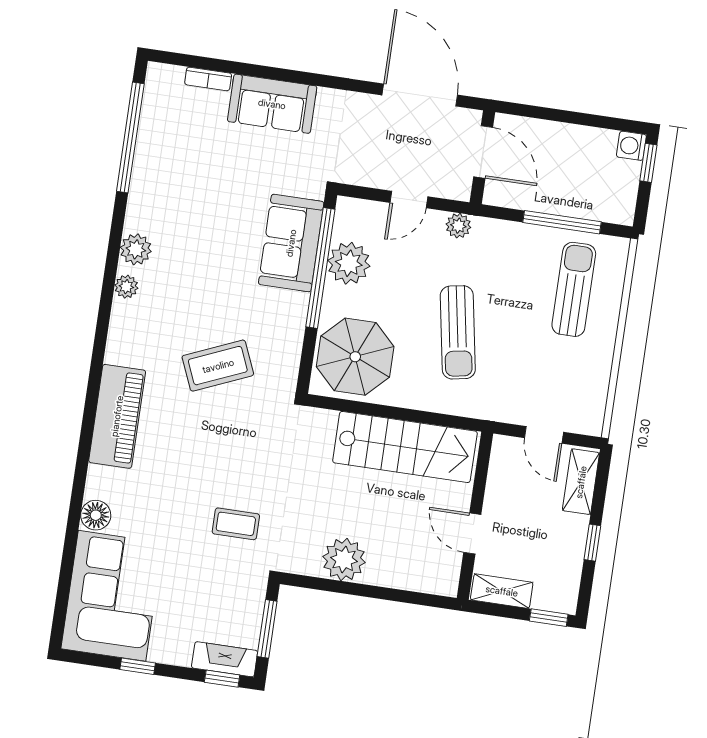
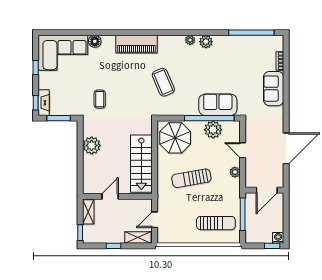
door: (483, 152) -> (267, 190), moved
wall: (482, 157) -> (264, 190), moved

